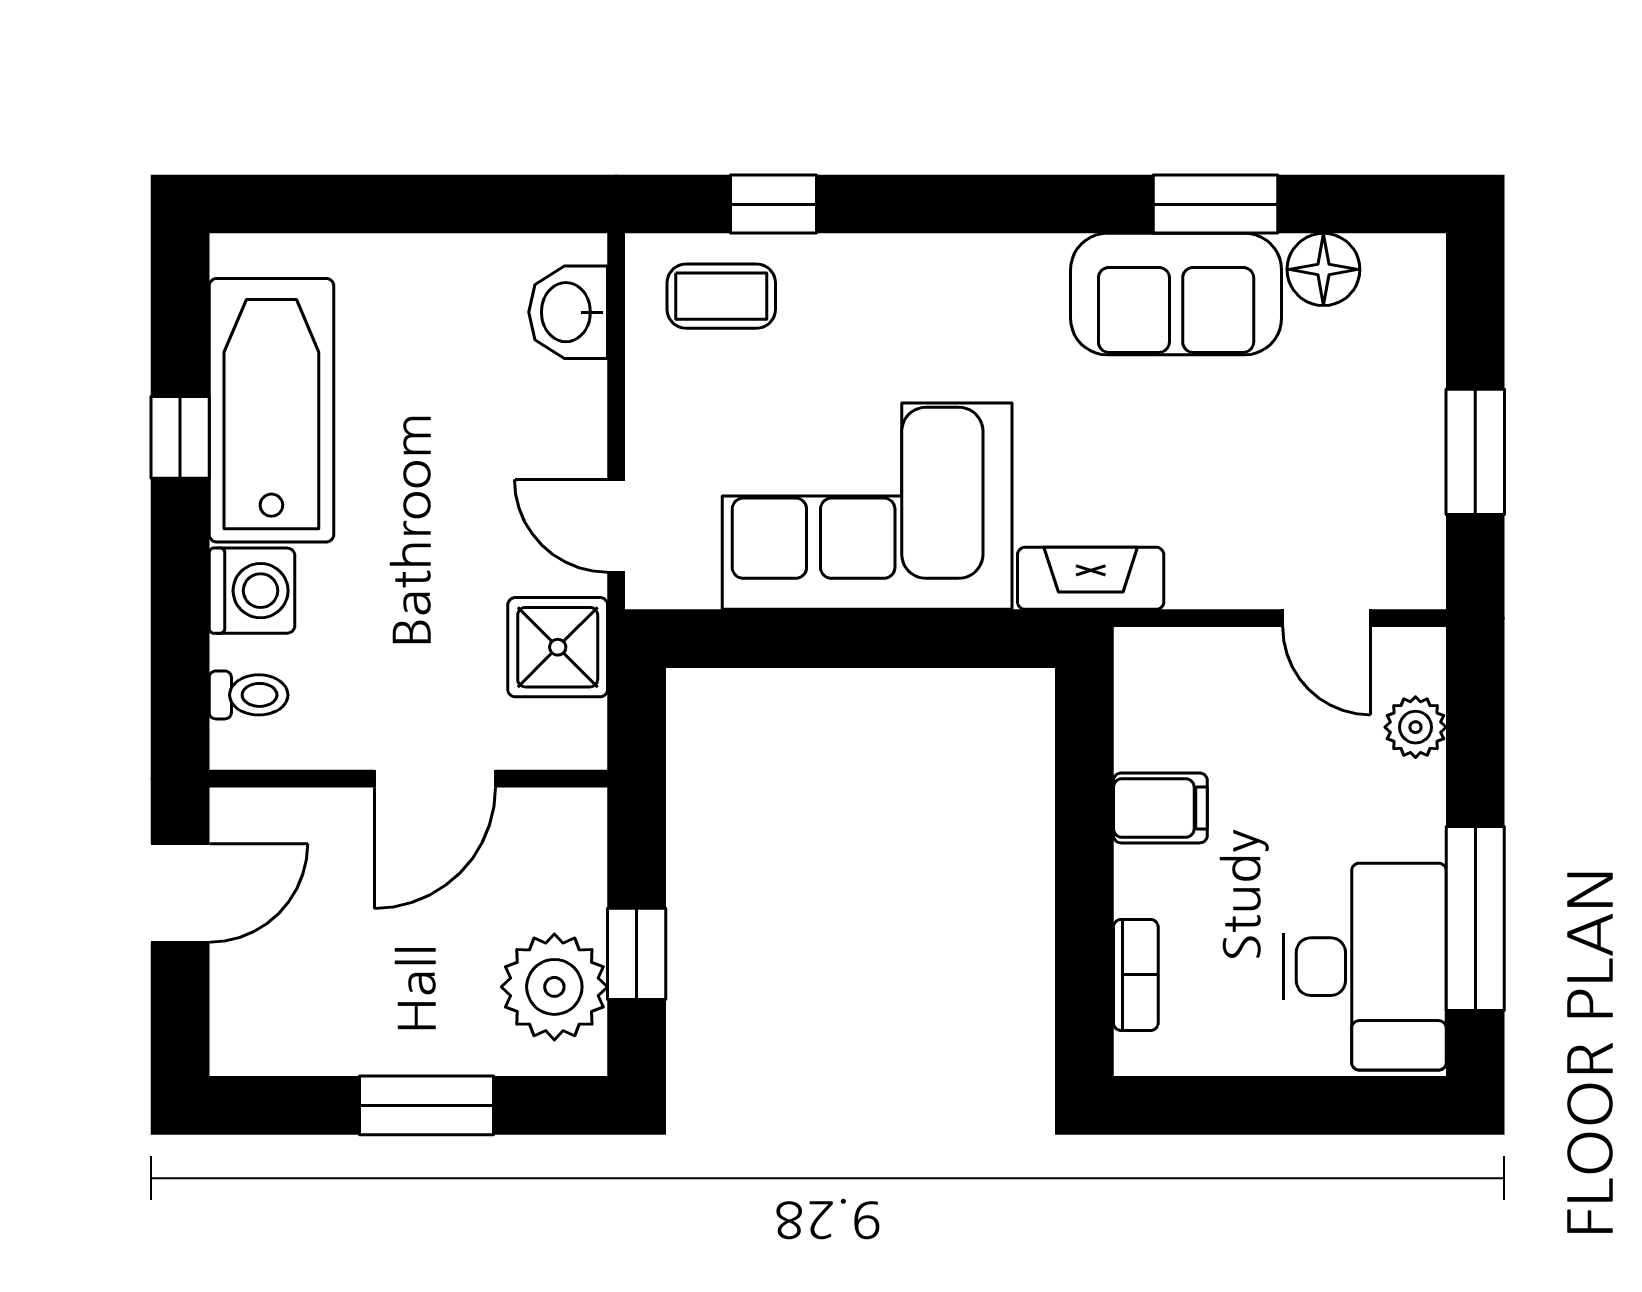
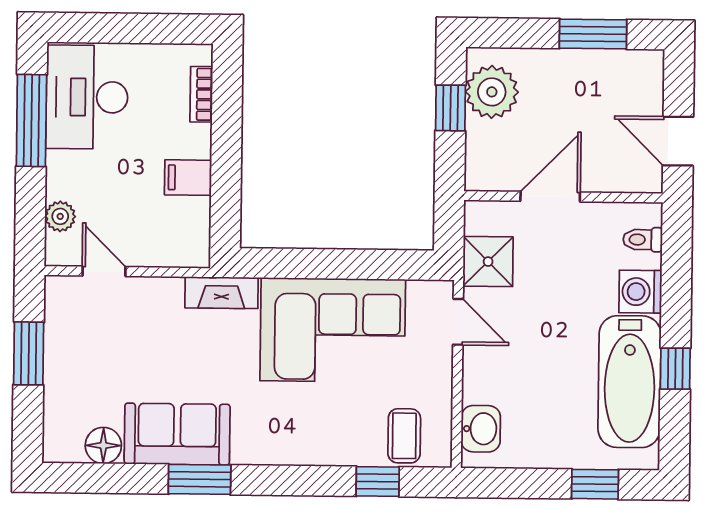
window: (338, 204) -> (595, 484), added
window: (1216, 204) -> (200, 479), moved
coffee table: (721, 296) -> (404, 436), turned 90
door: (180, 893) -> (678, 141), hinge flipped
window: (426, 1105) -> (593, 34), moved

